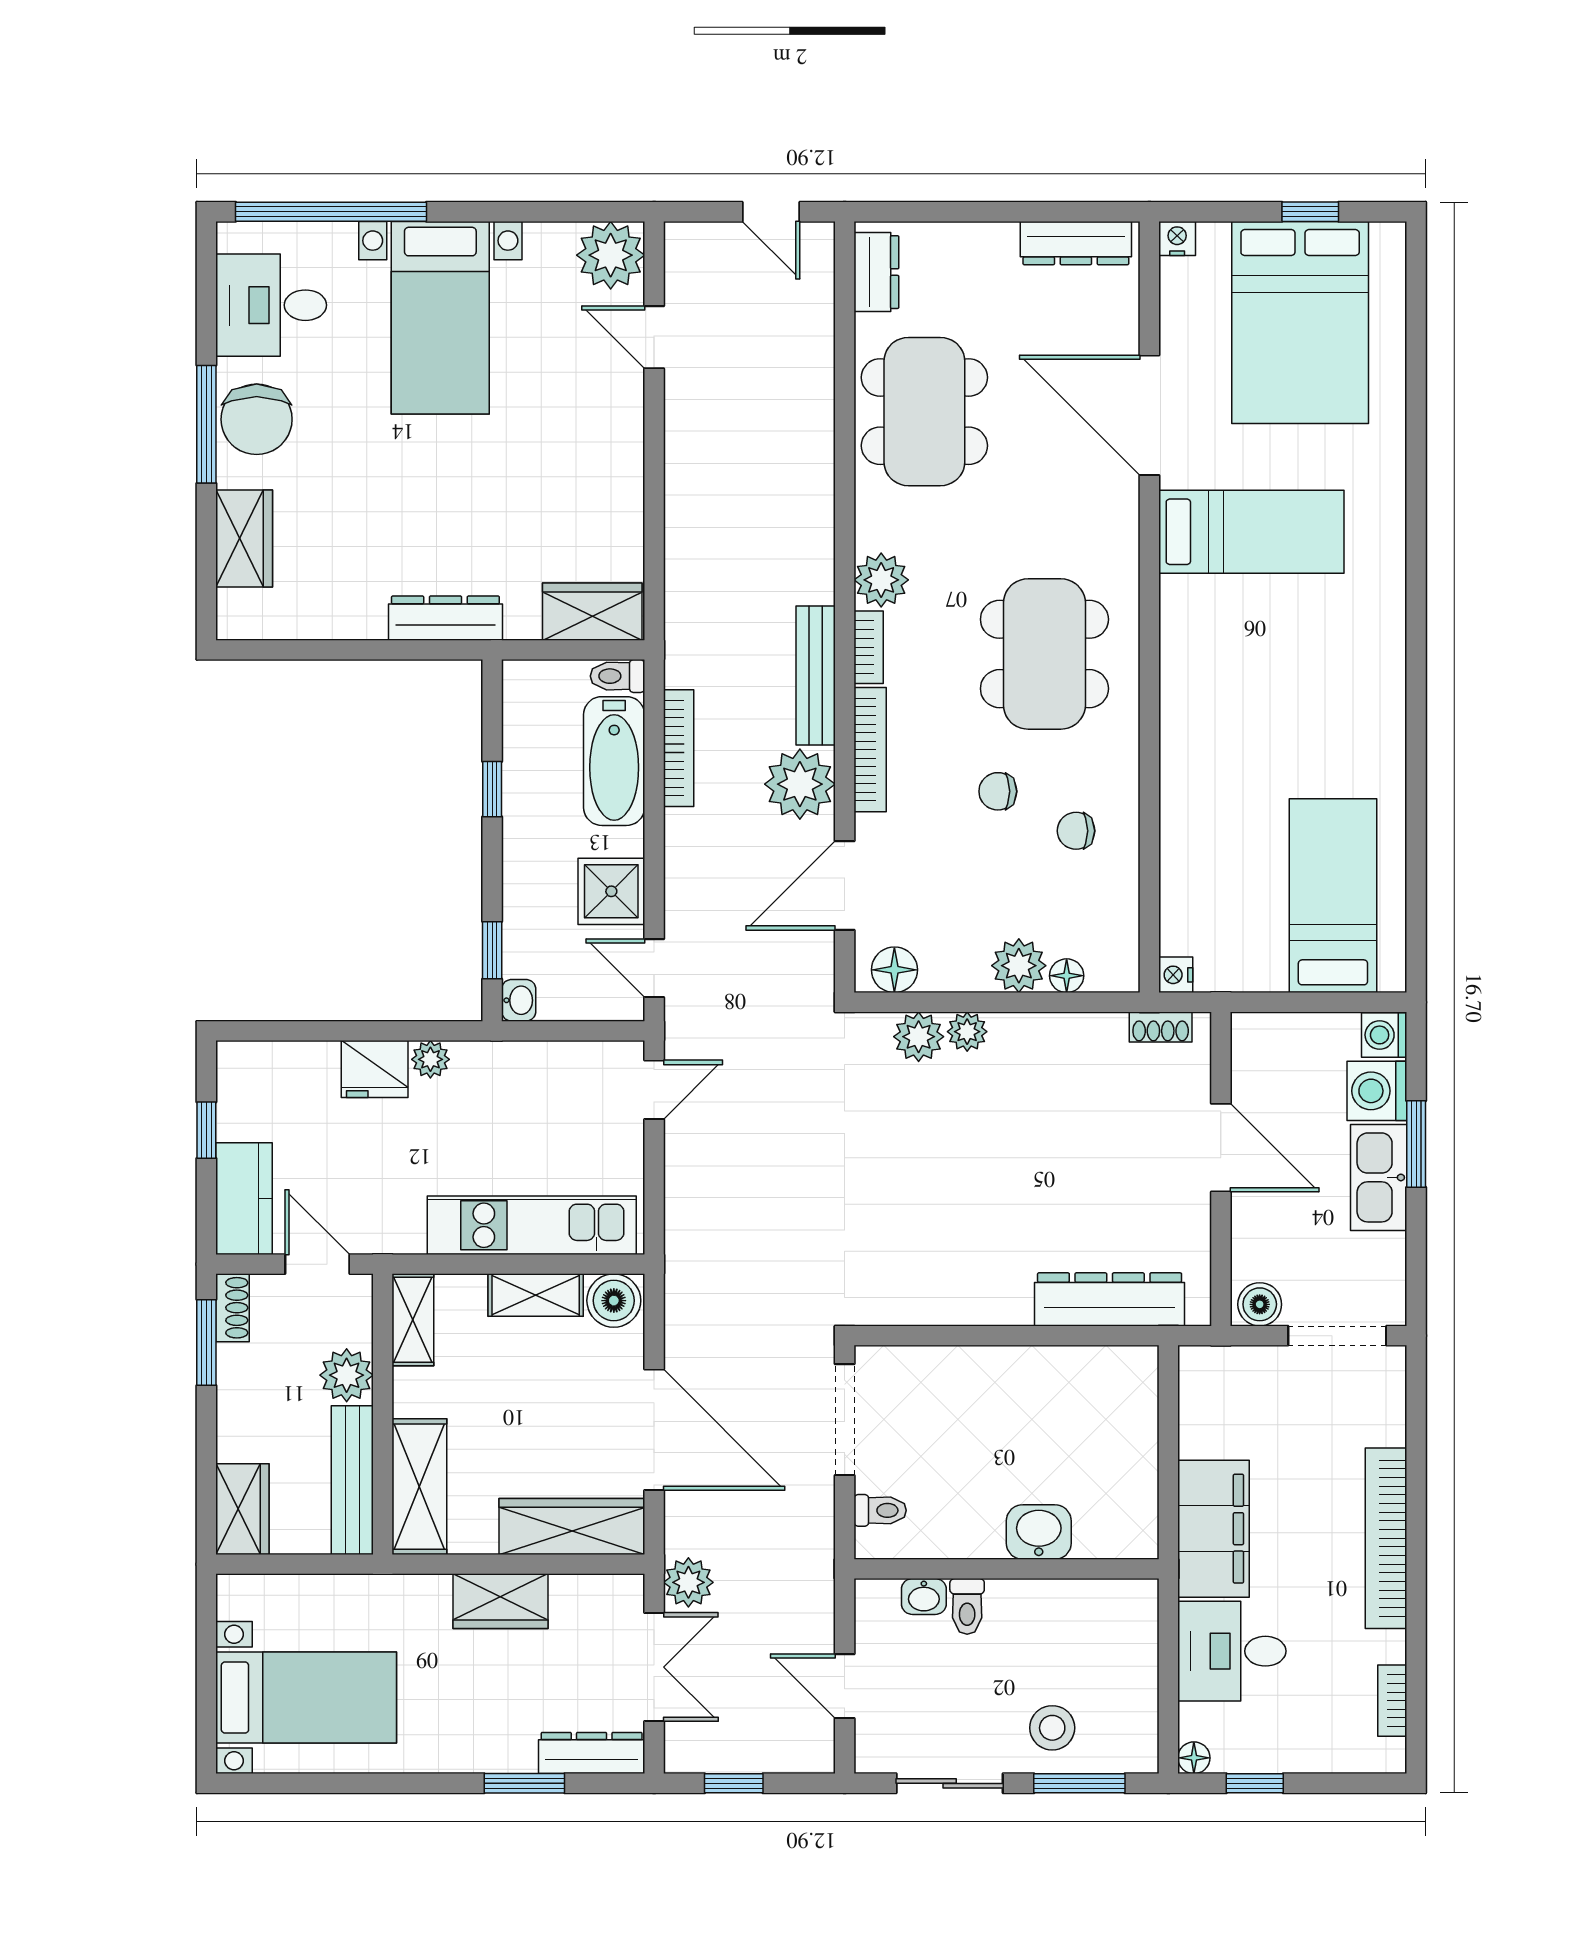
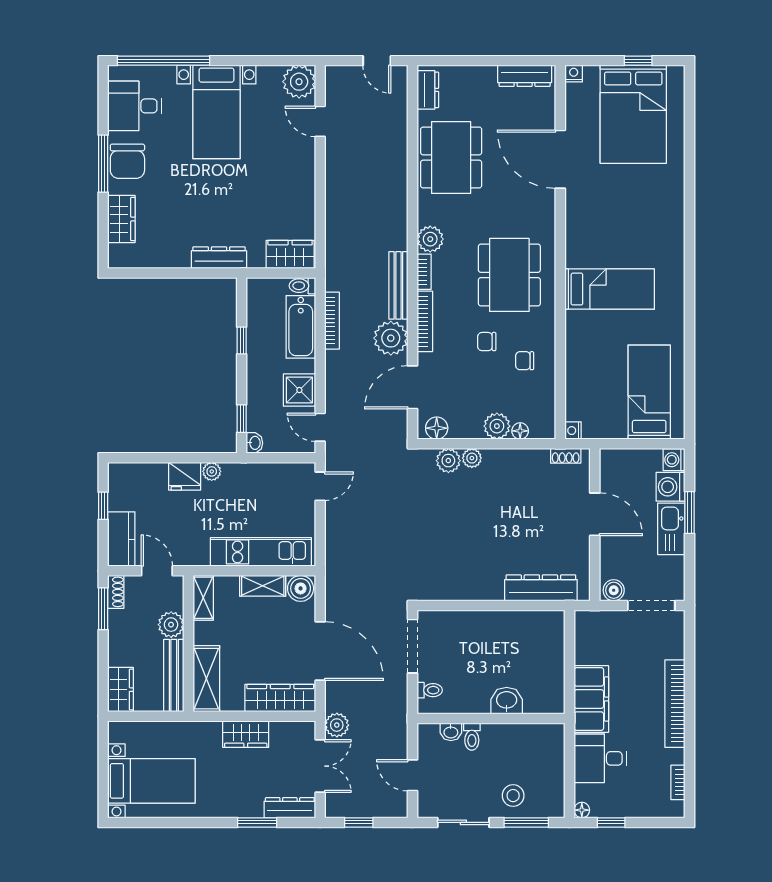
bed: (1251, 532) -> (610, 289), moved

